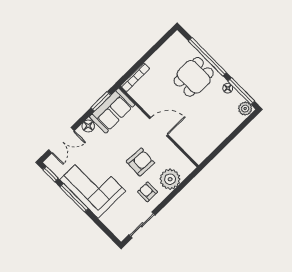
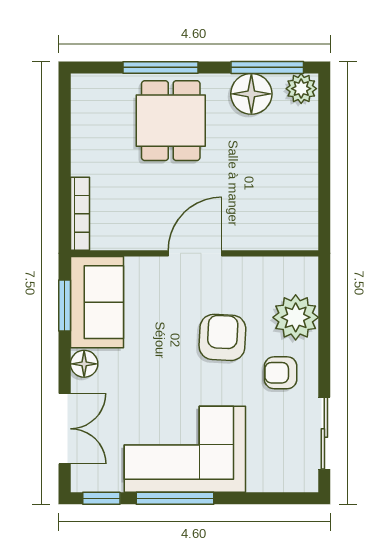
window: (207, 57) -> (160, 67), width x0.68
floor lamp: (228, 88) -> (251, 94), width x1.89, depth x1.89

